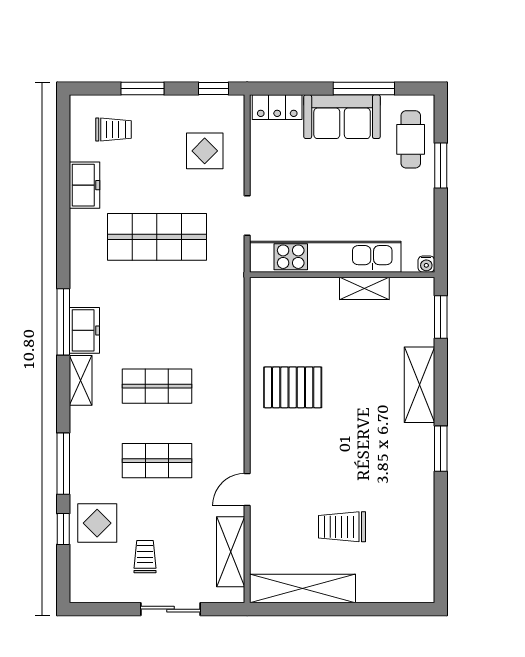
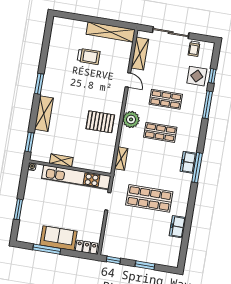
trolley: (113, 130) -> (161, 249), removed
cafe table: (411, 139) -> (30, 223), removed
display table: (205, 151) -> (122, 233), removed
shelving: (81, 380) -> (121, 159), moved
plant: (226, 404) -> (131, 119), added
door: (247, 490) -> (128, 80), hinge flipped
trolley: (145, 557) -> (194, 49), moved
sliding door: (170, 609) -> (171, 33), width x1.37

